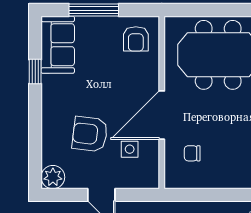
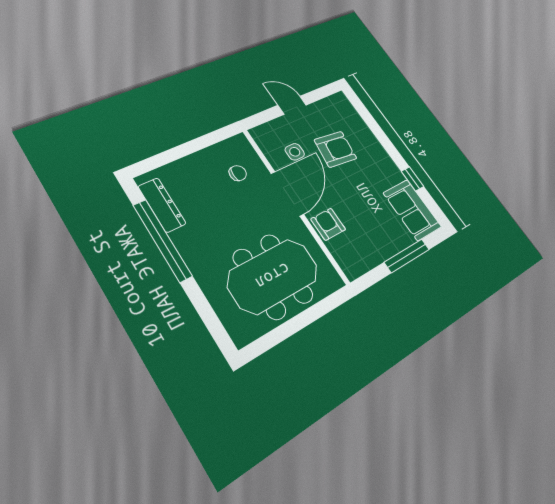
armchair: (136, 39) -> (328, 224), moved
plant: (53, 177) -> (339, 103), removed

